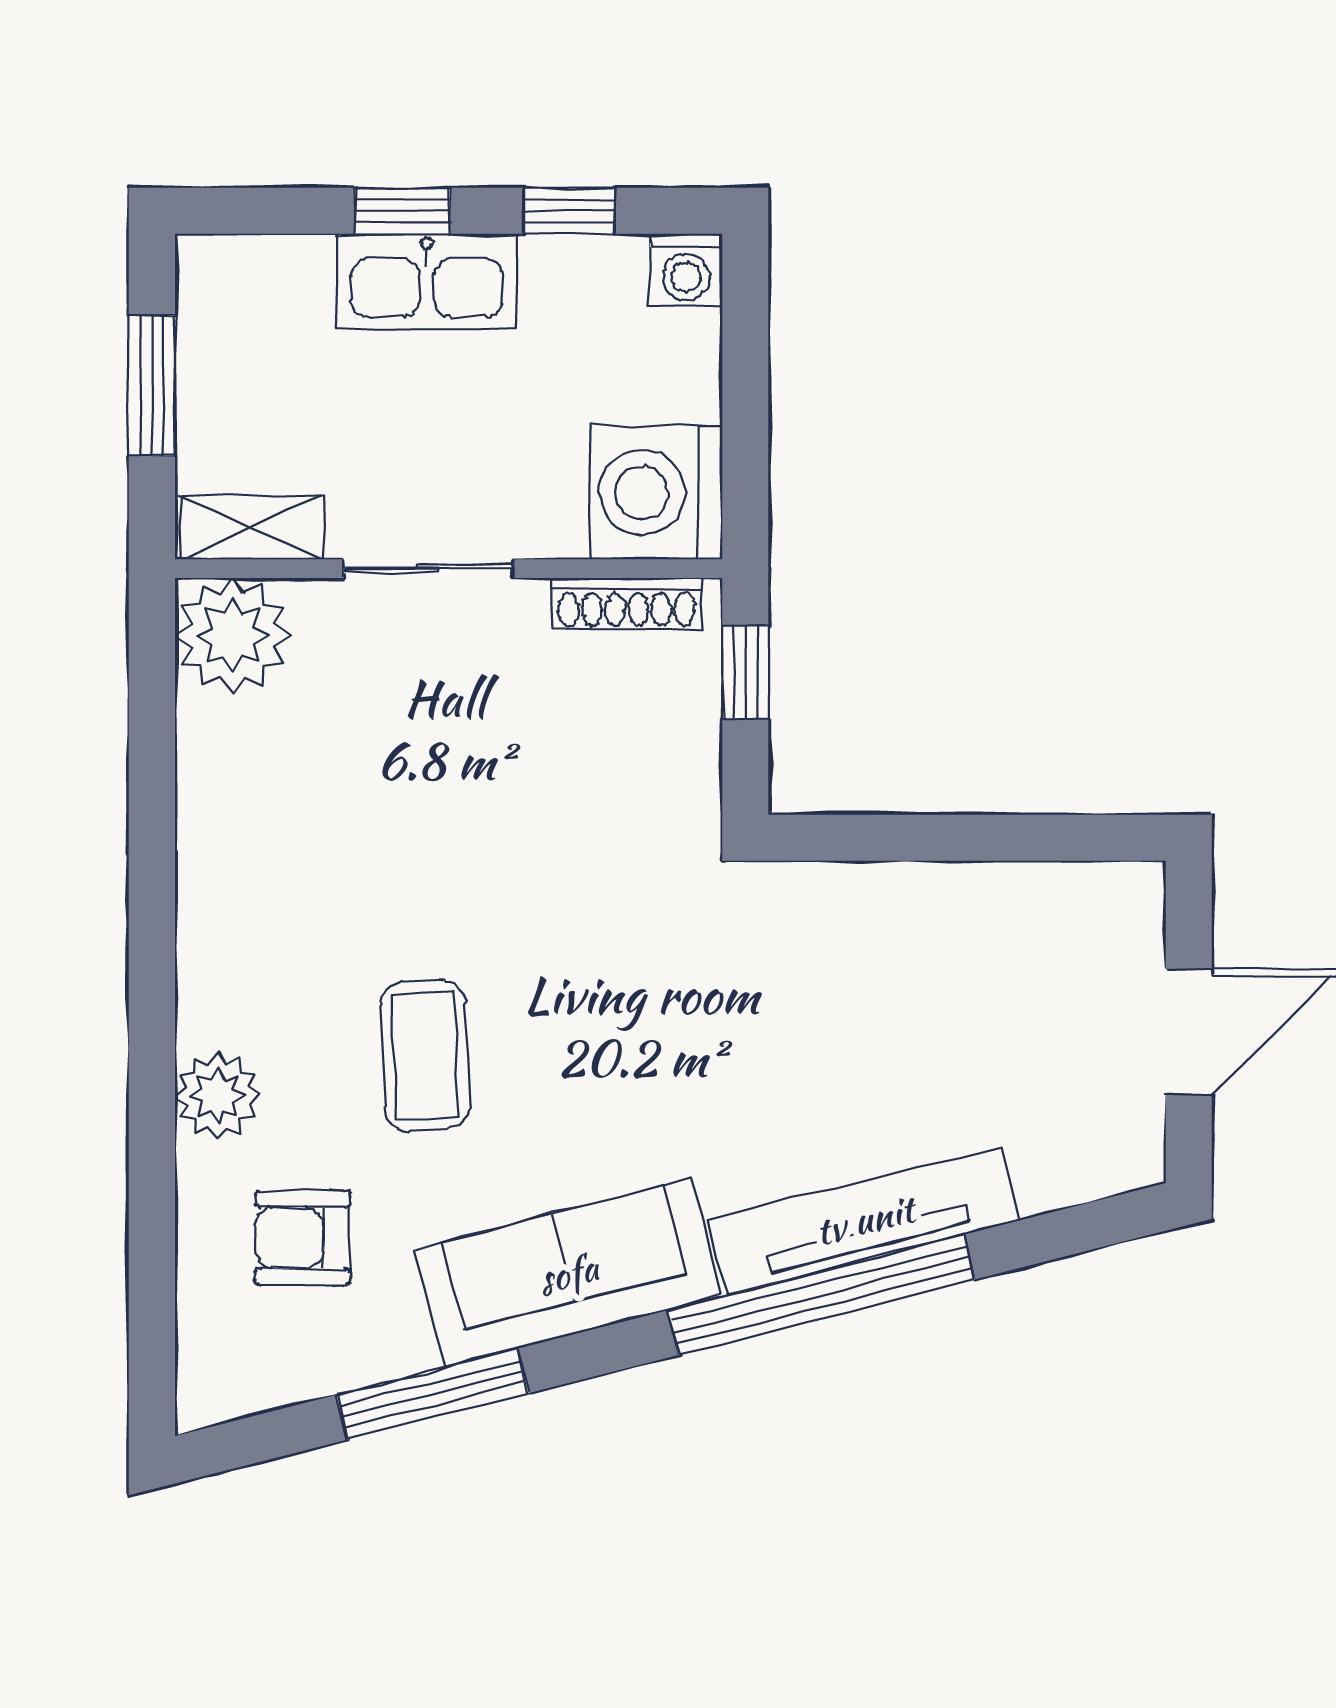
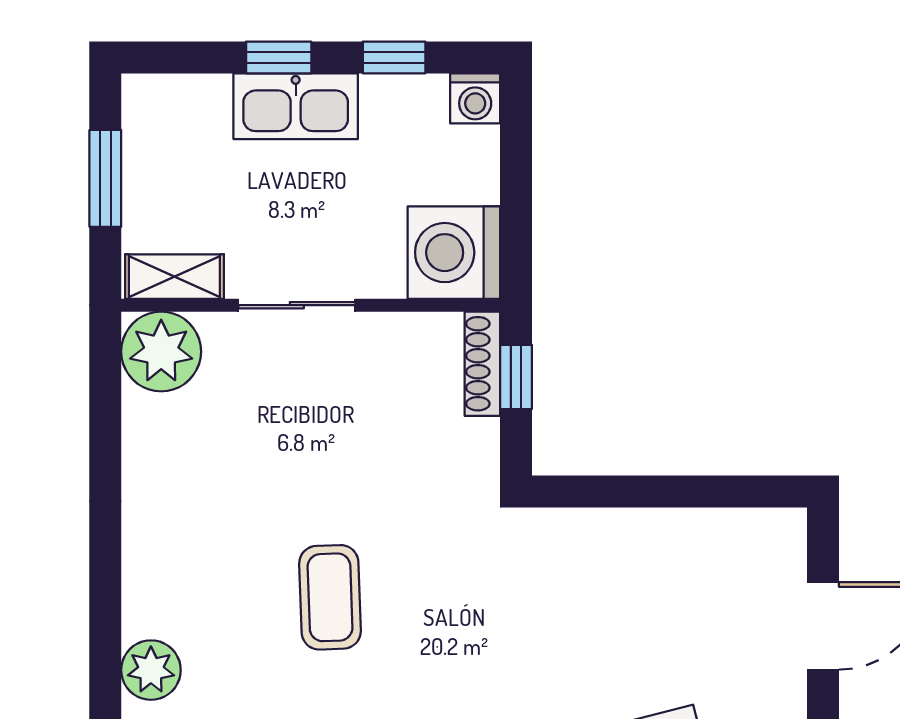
shoe rack: (627, 603) -> (482, 364), moved, turned 90
coffee table: (425, 1055) -> (330, 597), moved

